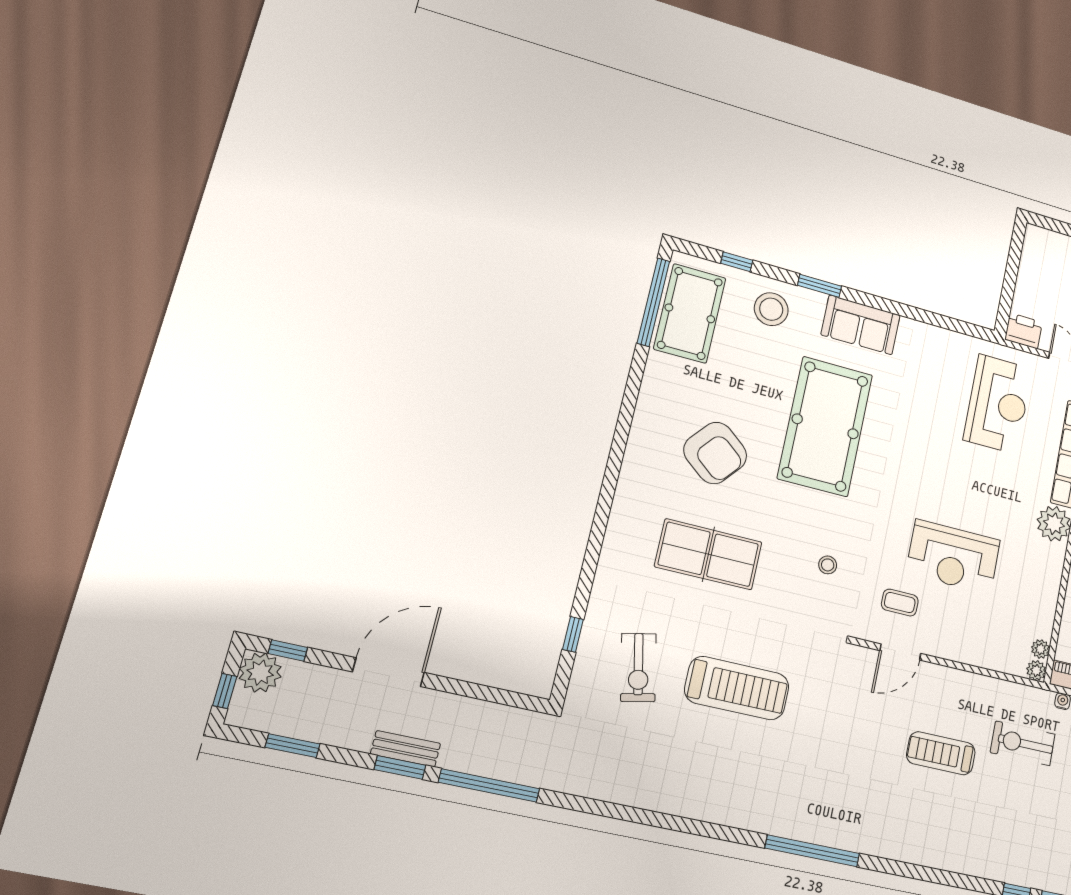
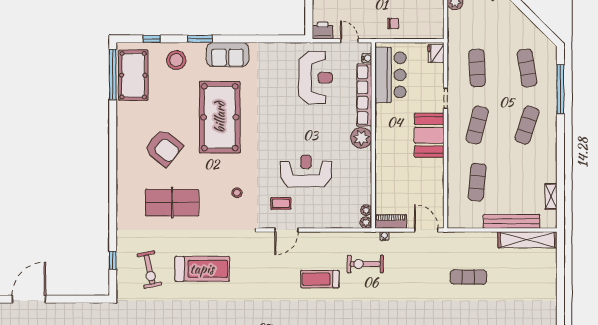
reception desk: (953, 557) -> (306, 171), turned 180

